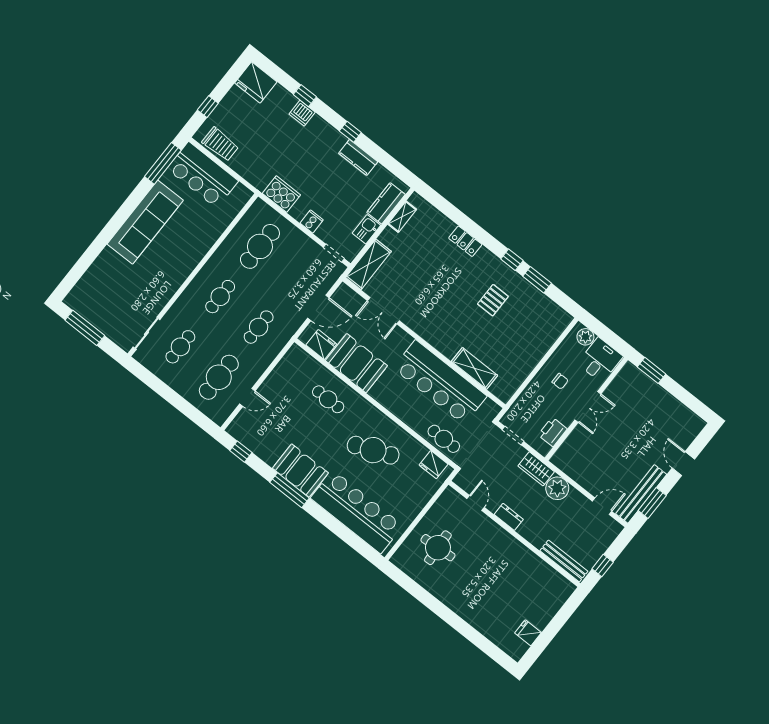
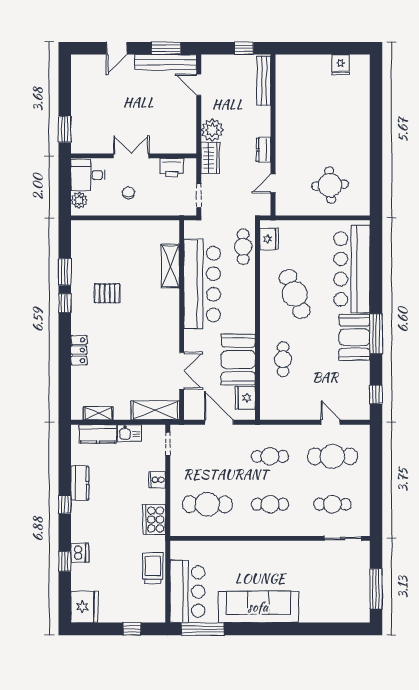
trolley: (220, 144) -> (153, 568), moved

